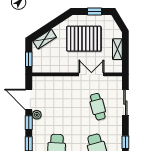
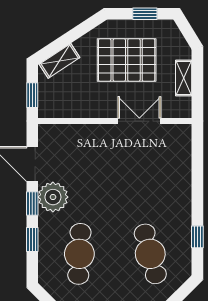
sliding door: (125, 103) -> (197, 169), removed
cafe table: (98, 107) -> (150, 176), removed
plant: (37, 115) -> (53, 197), width x1.88, depth x1.88

